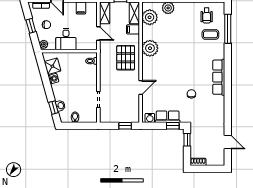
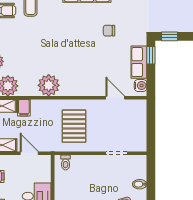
door: (98, 34) -> (29, 153), hinge flipped
pallet: (126, 58) -> (74, 126), moved, turned 90
door: (141, 88) -> (115, 98), moved
window: (125, 126) -> (151, 118), removed

